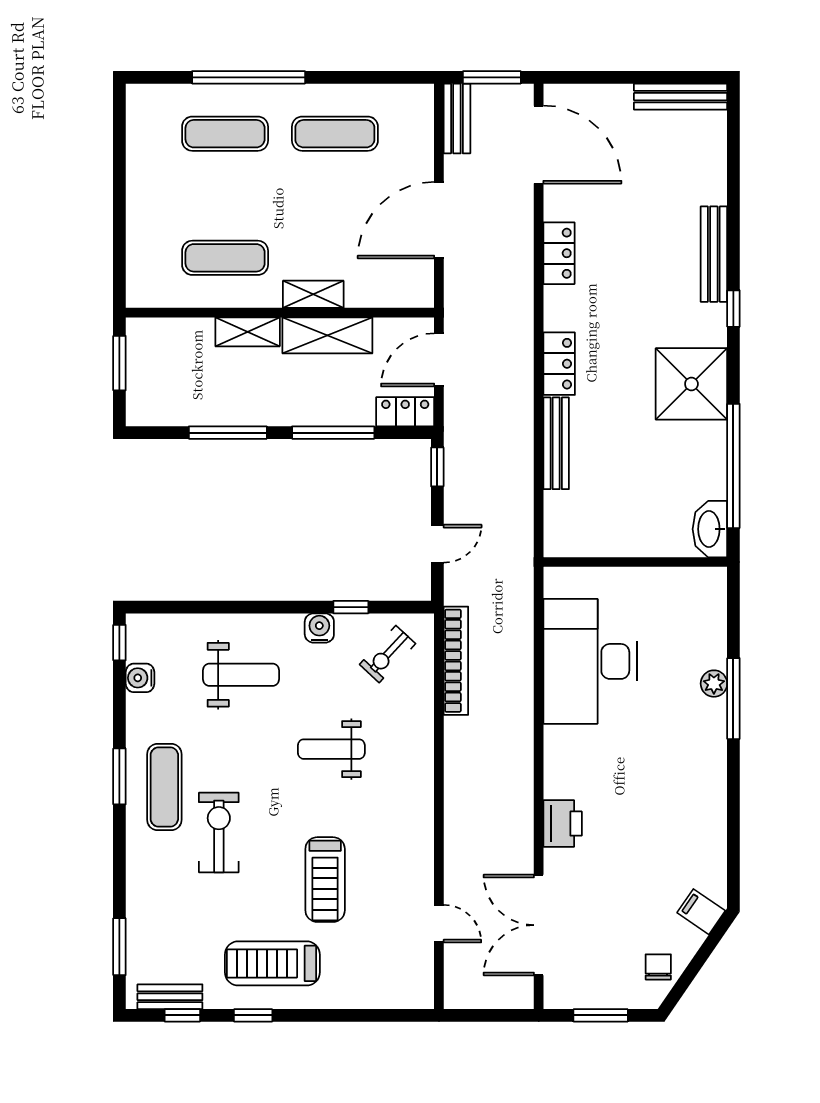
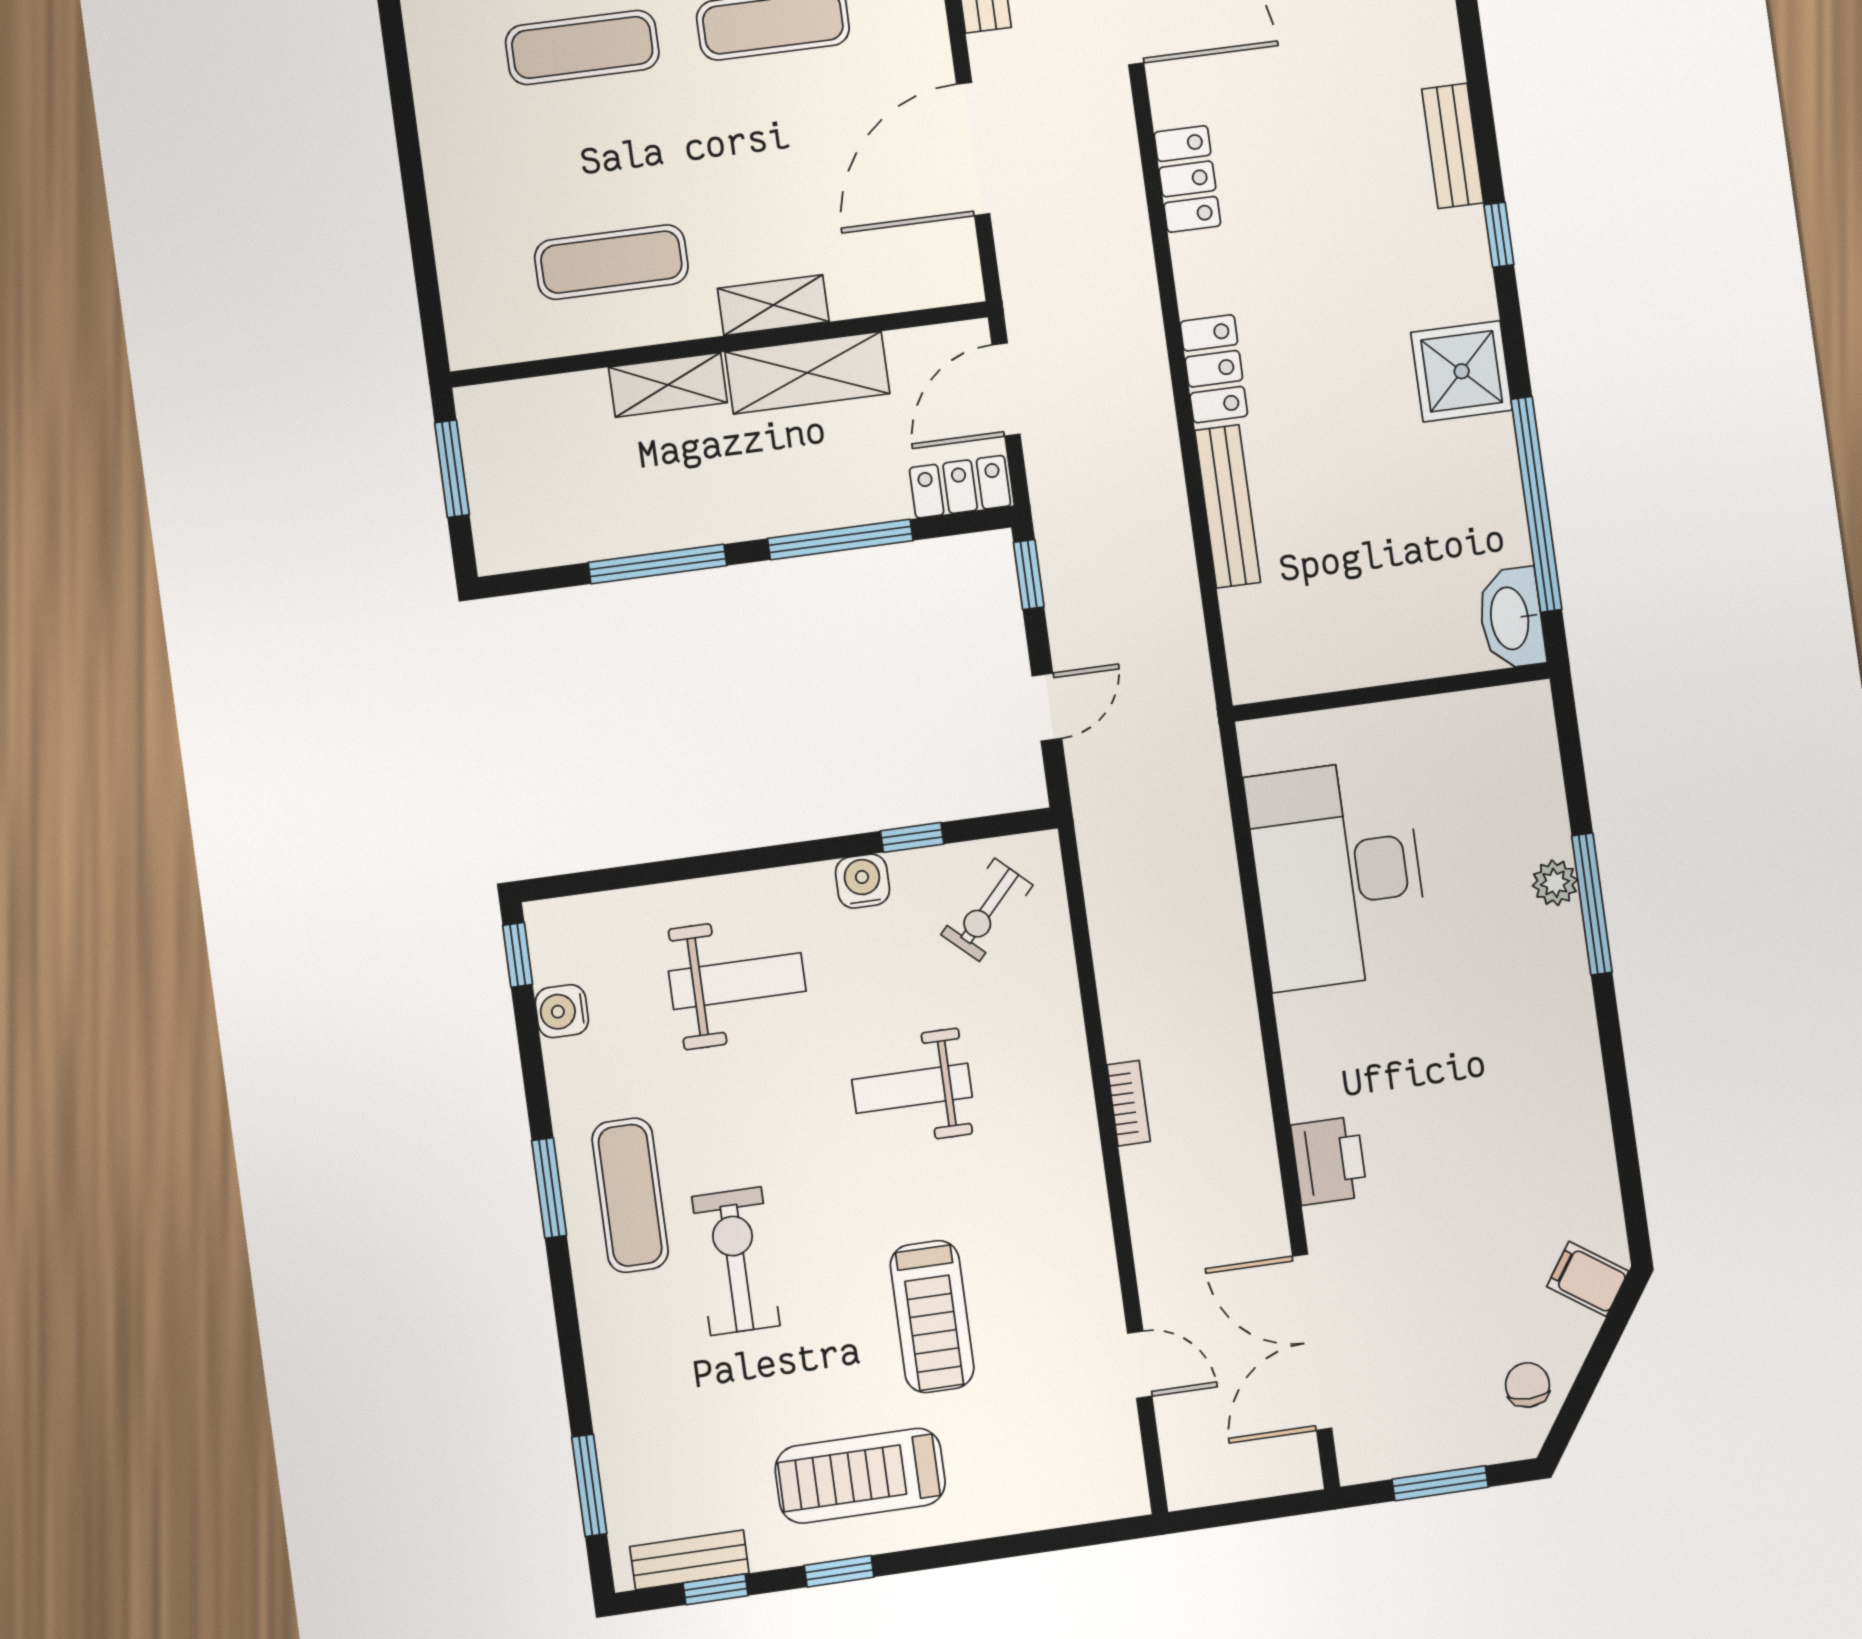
bench: (714, 254) -> (1453, 146), width x0.73
shower: (691, 384) -> (1462, 371), width x0.73, depth x0.73
bookcase: (456, 661) -> (1129, 1103), moved, width x0.43, depth x0.76

